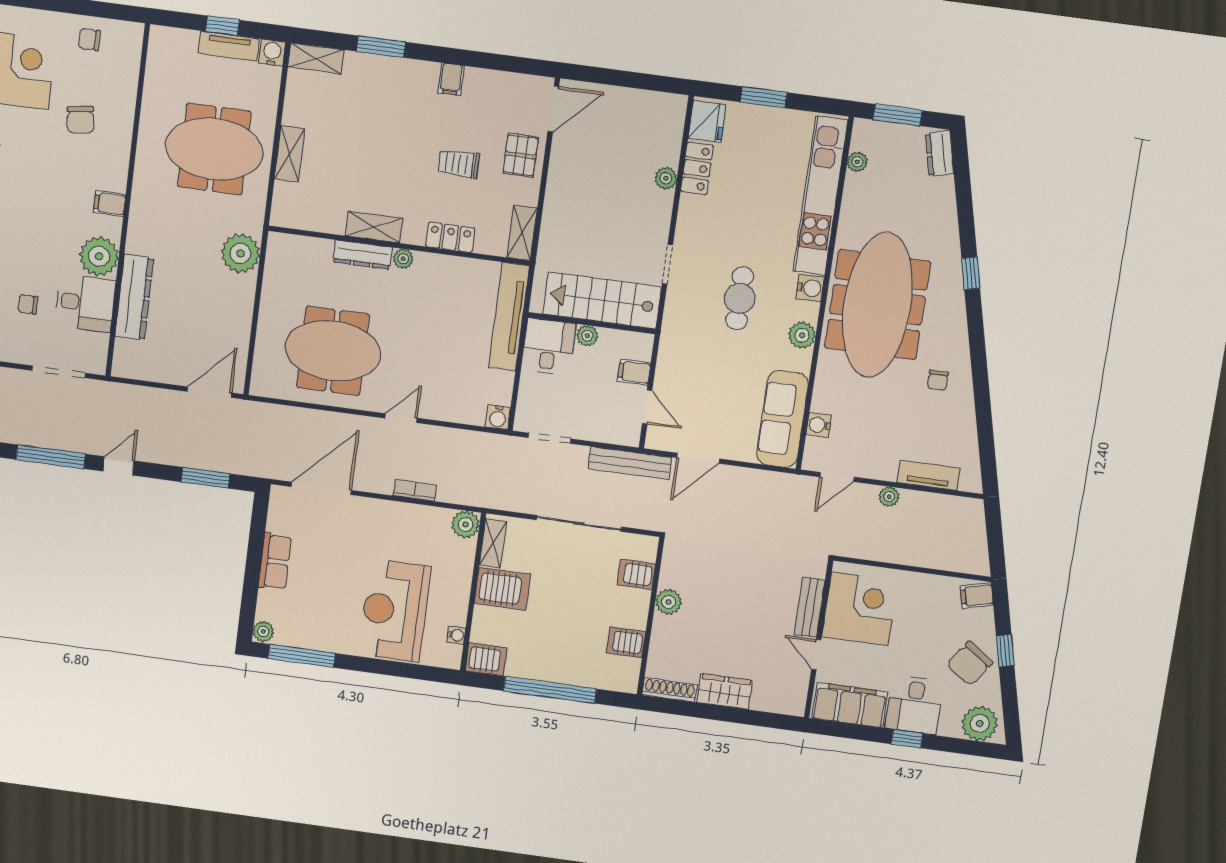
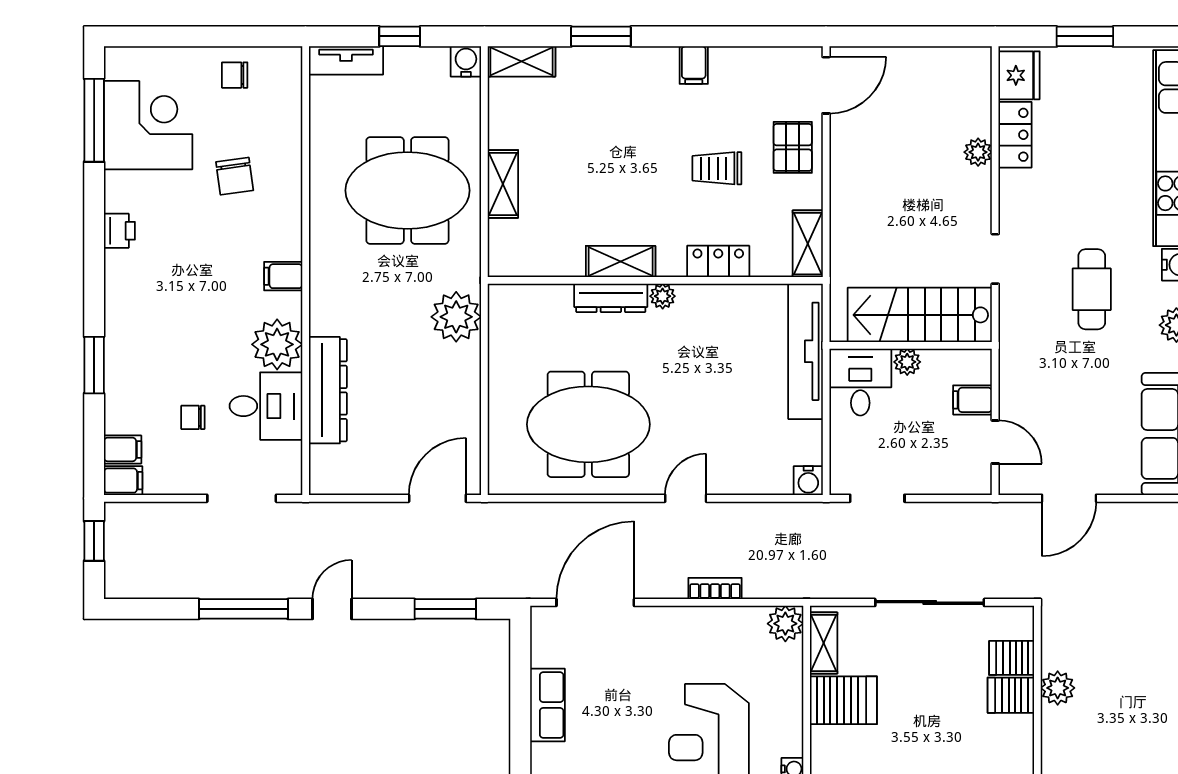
tv unit: (229, 46) -> (346, 60), moved
bench: (630, 463) -> (983, 516), removed
server rack: (626, 642) -> (1011, 695), moved

